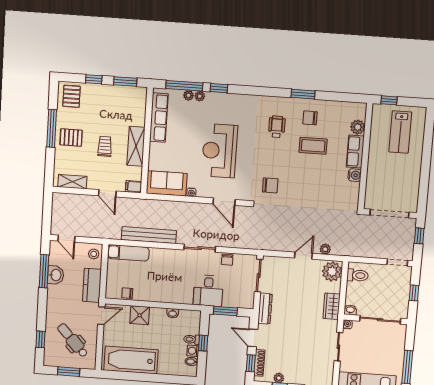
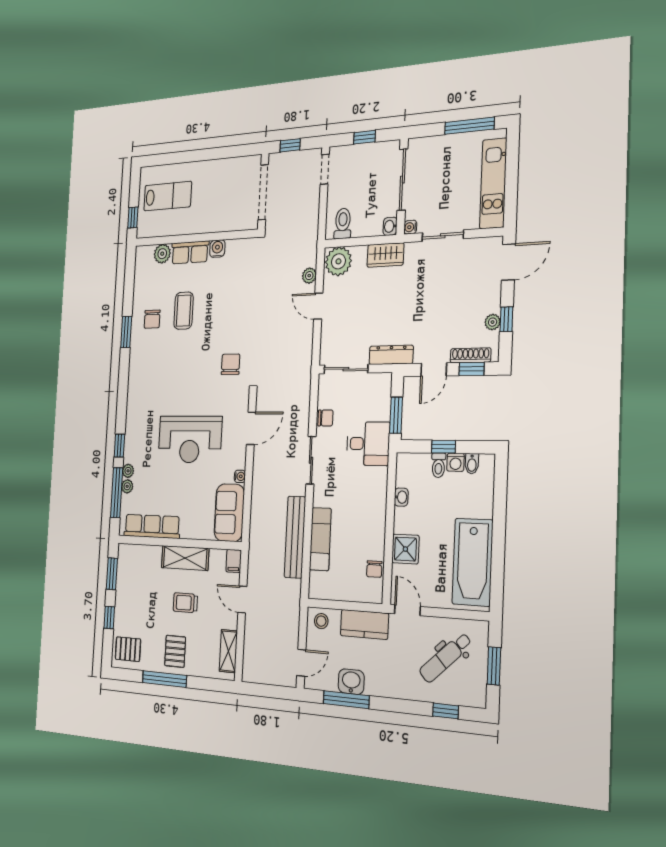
wheelchair: (277, 127) -> (162, 363), removed
door: (107, 193) -> (242, 599), swing flipped
exam couch: (128, 253) -> (320, 539), moved

